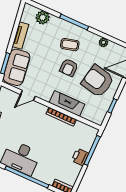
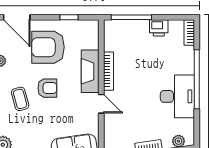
armchair: (98, 81) -> (48, 47), turned 78
door: (28, 95) -> (101, 104), moved
printer: (80, 157) -> (159, 28), moved

